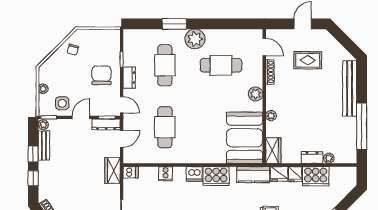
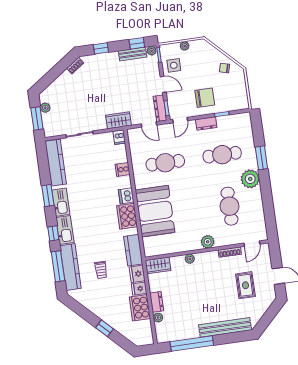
booth: (245, 138) -> (155, 211), moved, turned 90
window: (33, 154) -> (137, 43), moved

